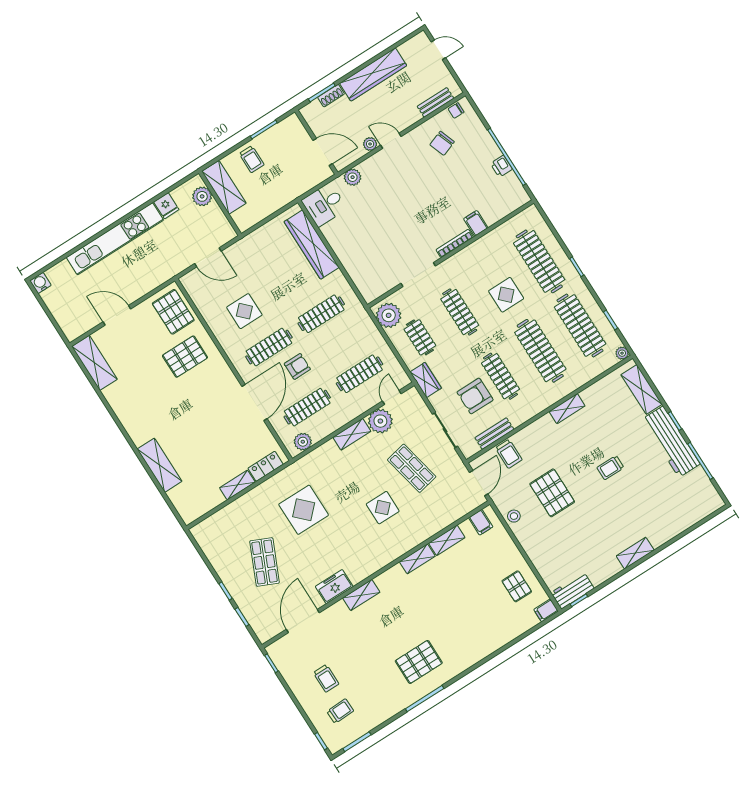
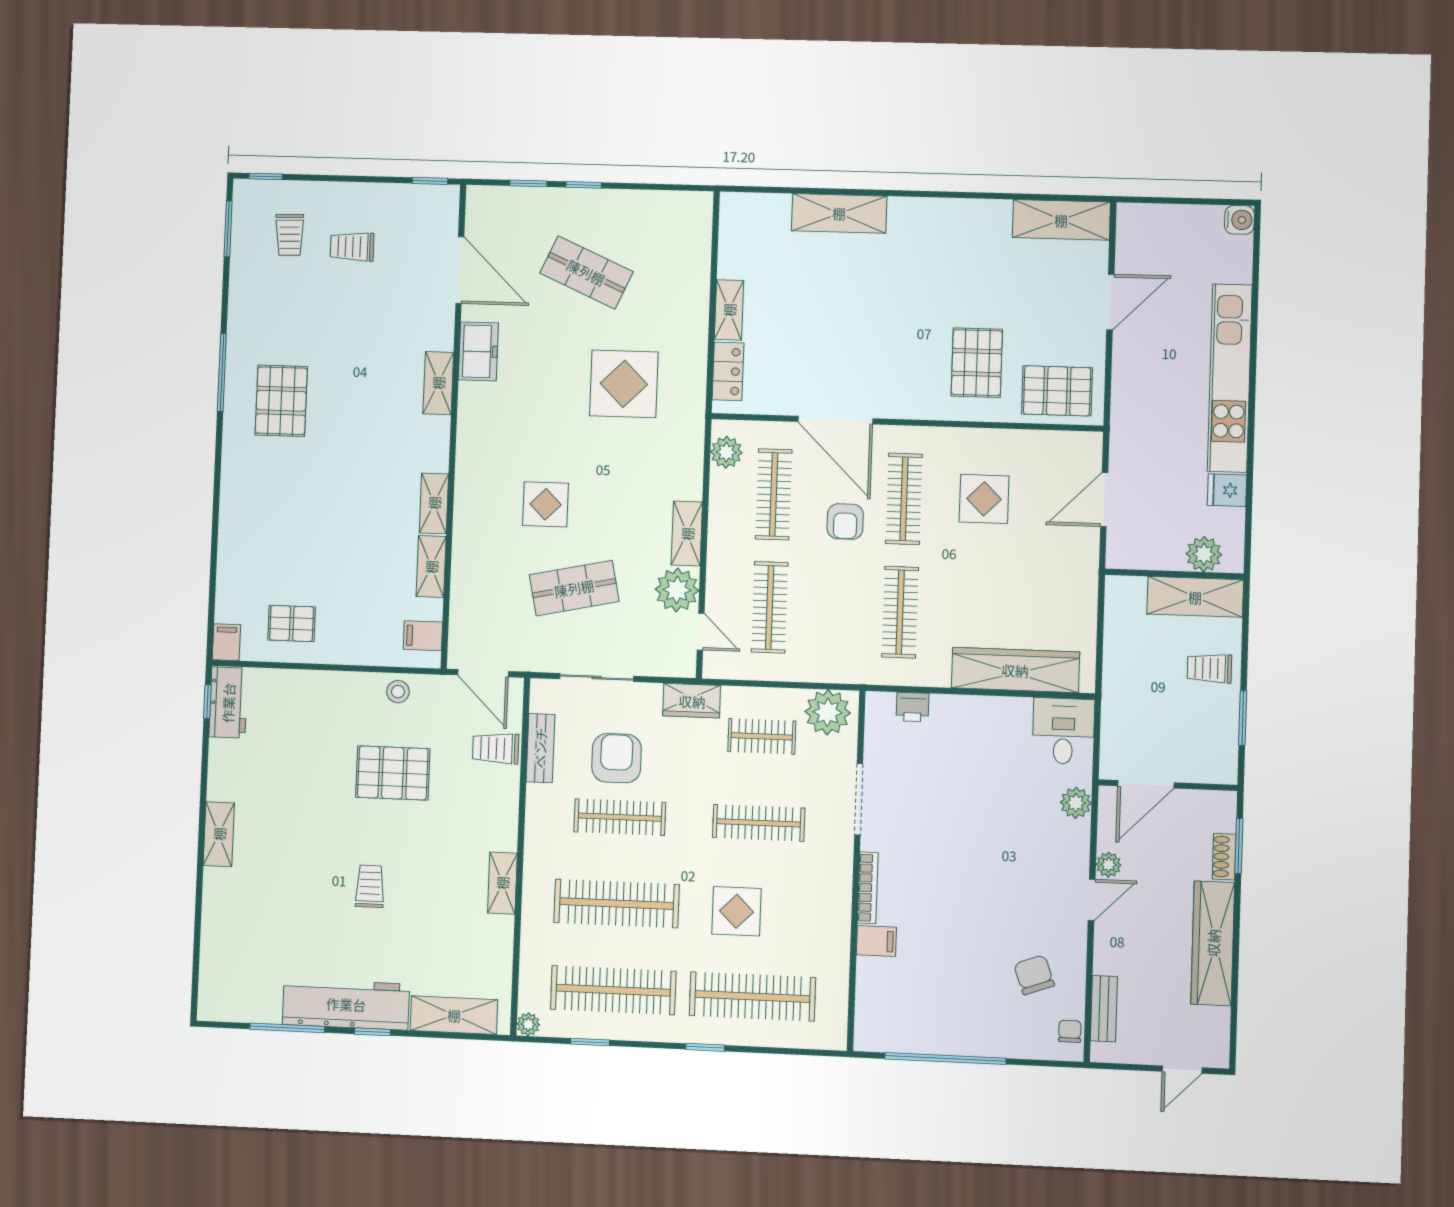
printer: (501, 166) -> (913, 707), moved, turned 180

